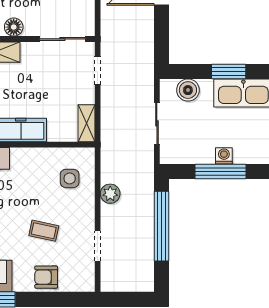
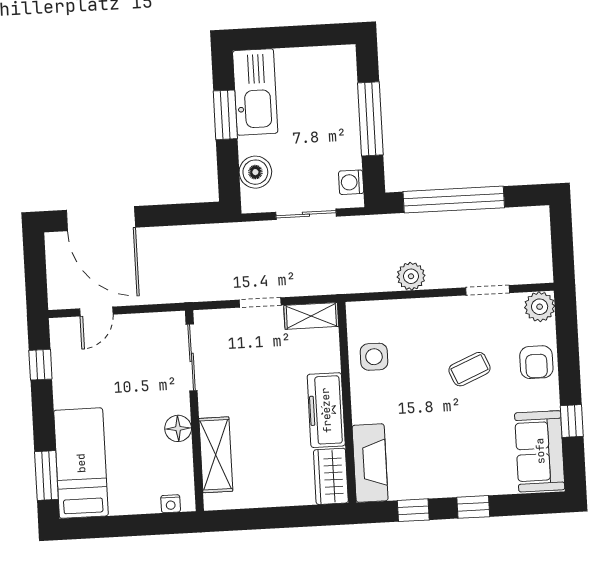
doorway: (98, 71) -> (260, 303), moved
washing machine: (224, 156) -> (351, 182), moved
side table: (70, 178) -> (374, 357), moved
coffee table: (44, 231) -> (470, 369), turned 55
plant: (84, 281) -> (540, 307), added

